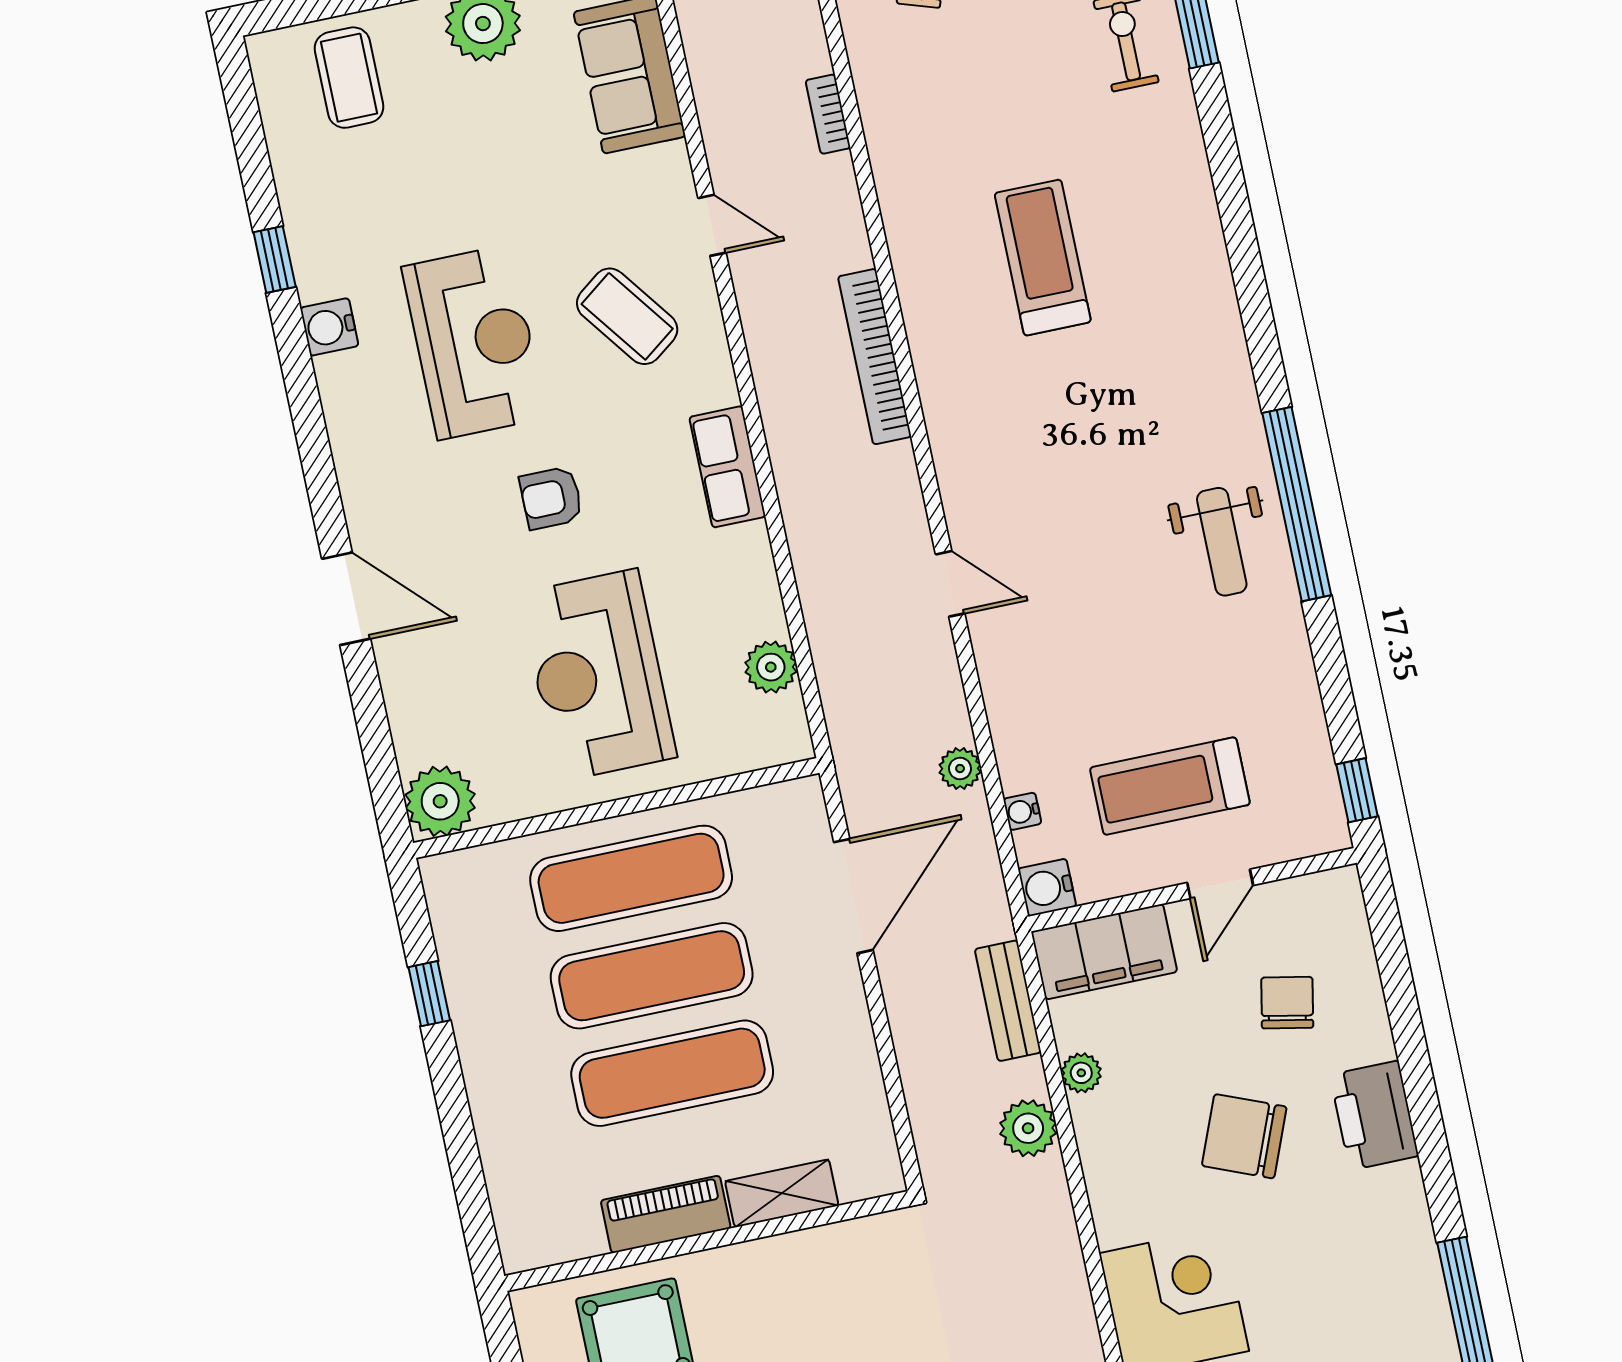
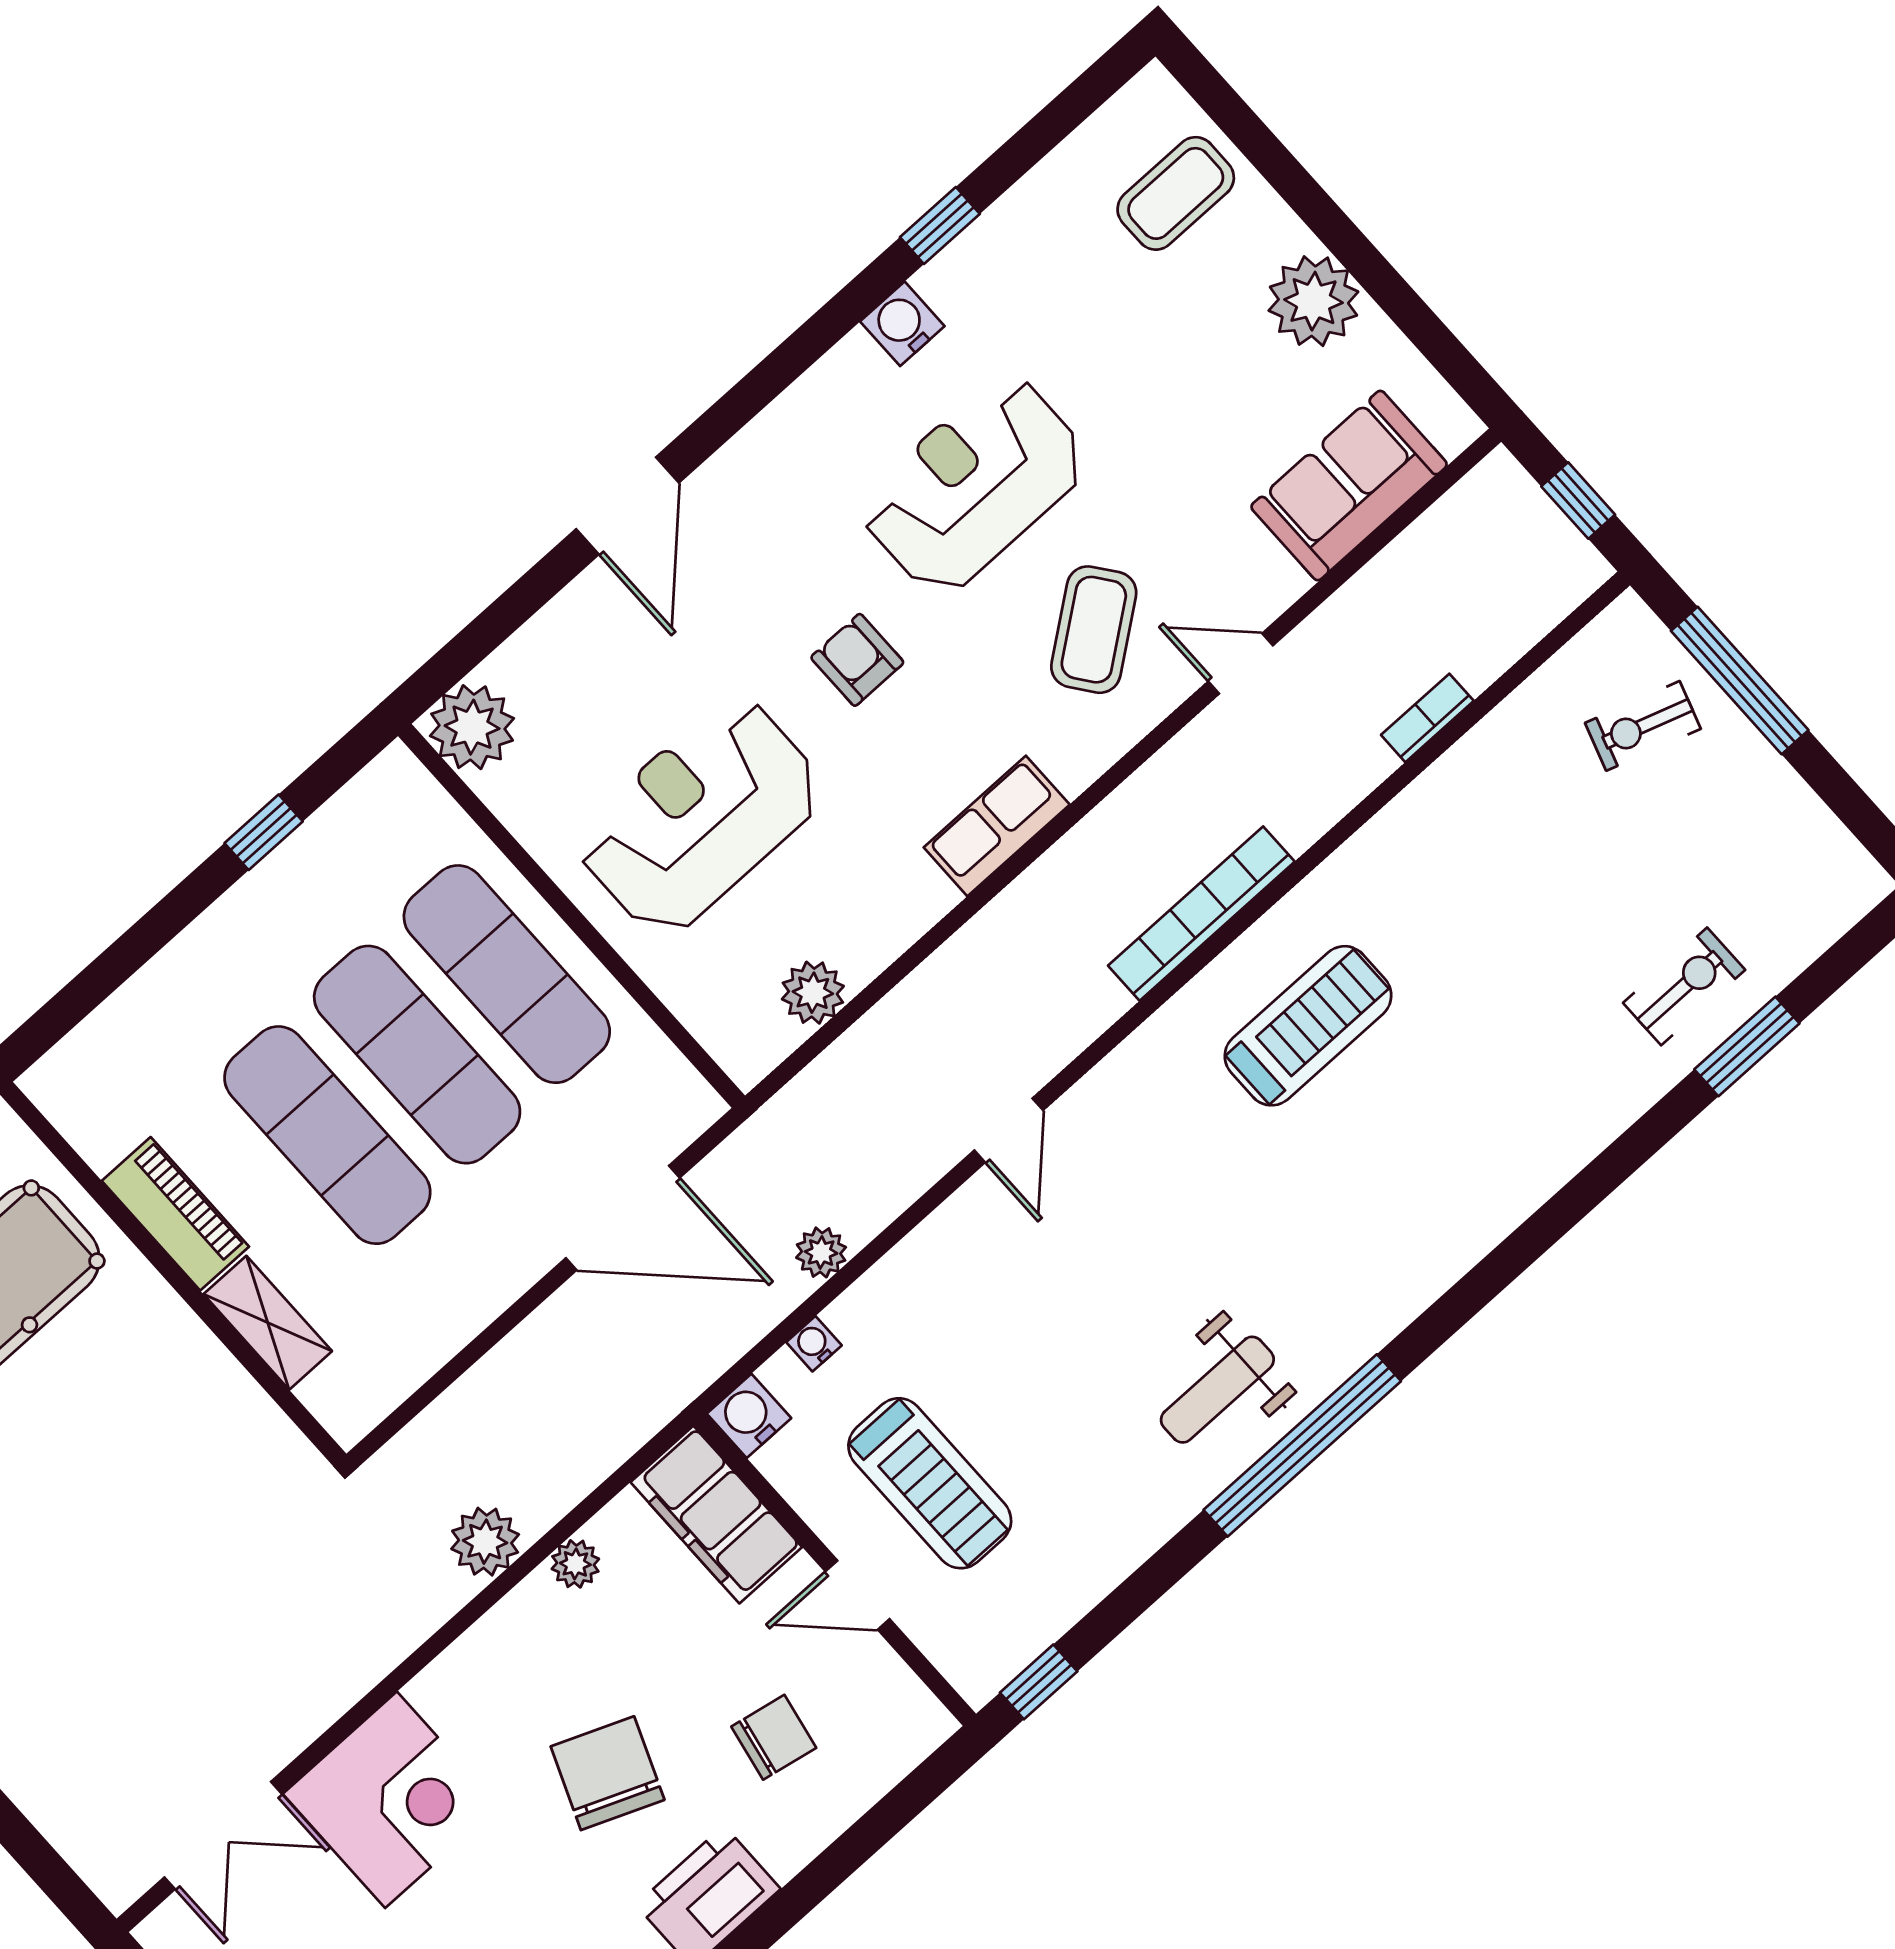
door: (712, 225) -> (1241, 663), swing flipped
treadmill: (1043, 258) -> (1308, 1026), moved
reception desk: (474, 342) -> (974, 485), turned 180
treadmill: (1170, 786) -> (930, 1483), turned 180
bench: (1008, 1001) -> (607, 1443), removed

